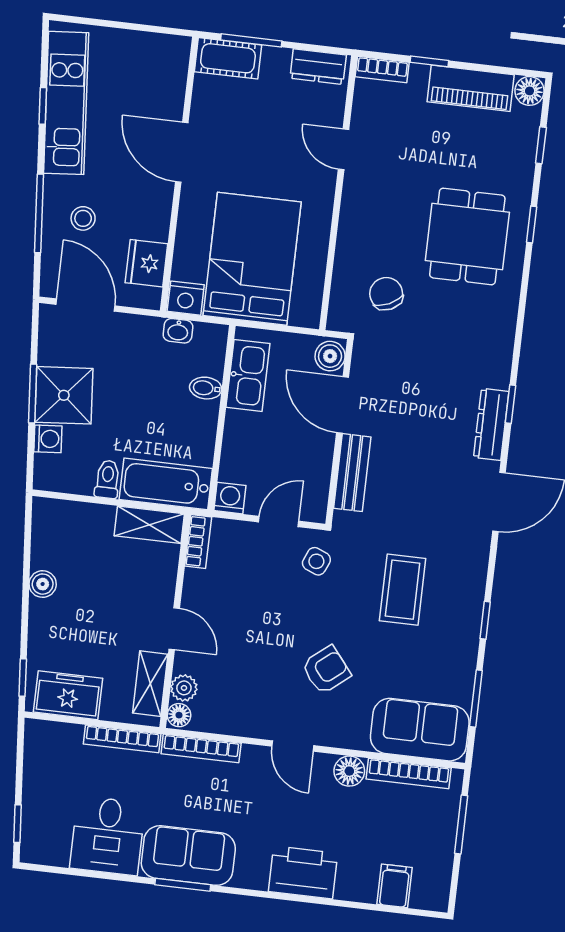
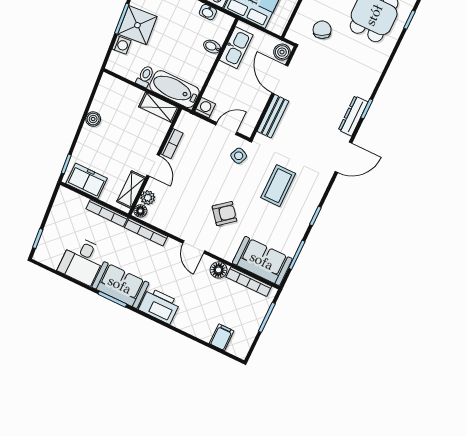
bookcase: (198, 542) -> (172, 144), moved
printer: (303, 872) -> (159, 306), moved

